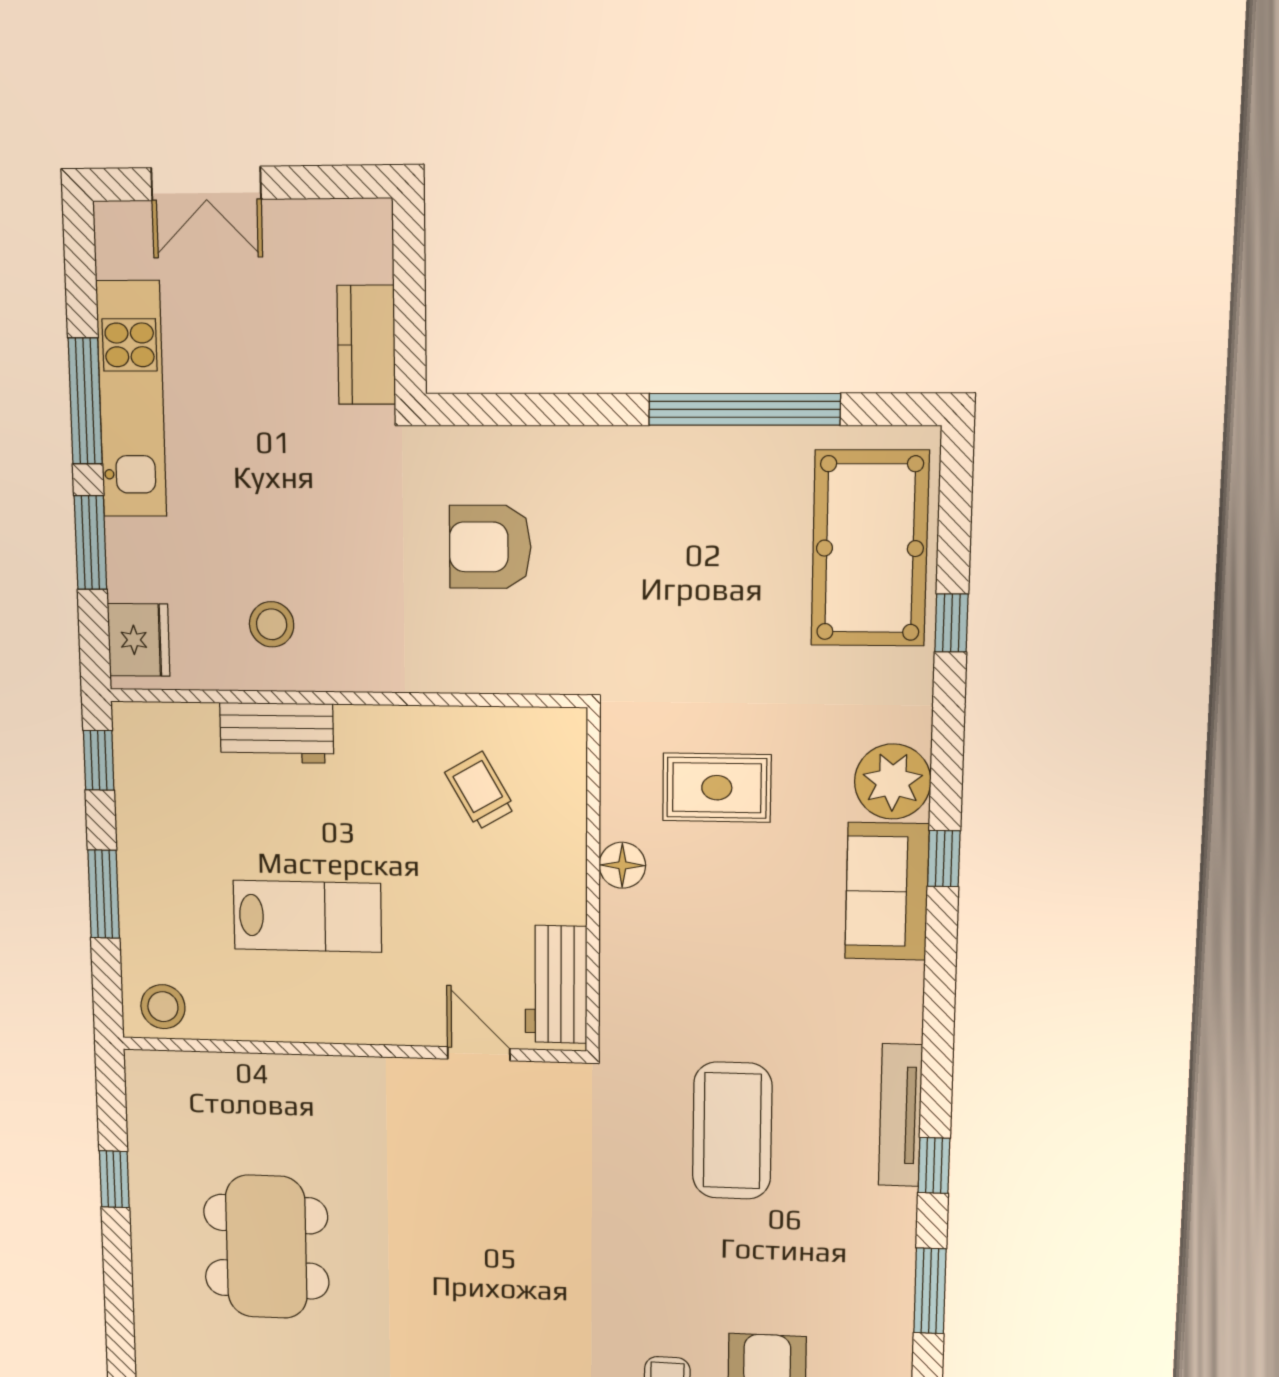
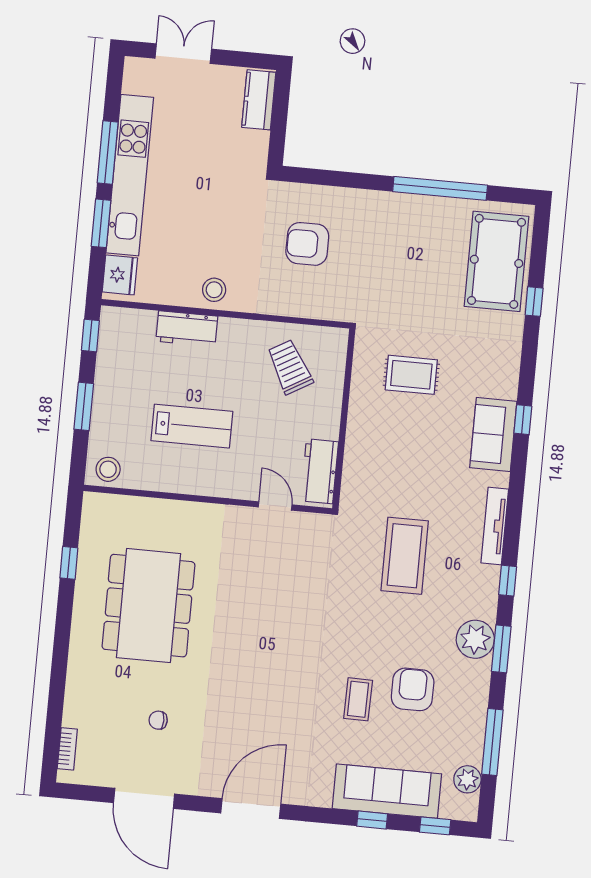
double door: (206, 183) -> (183, 54), swing flipped
kitchen counter: (366, 345) -> (259, 100), moved
kitchen unit: (131, 399) -> (130, 175), width x1.36
stool: (272, 624) -> (214, 290), moved
plant: (893, 781) -> (475, 639), moved
trolley: (480, 791) -> (290, 367), width x1.36, depth x1.39
floor lamp: (622, 865) -> (360, 411), removed
tv unit: (900, 1115) -> (495, 526), moved
dining table: (266, 1247) -> (148, 606), width x1.36, depth x1.24

